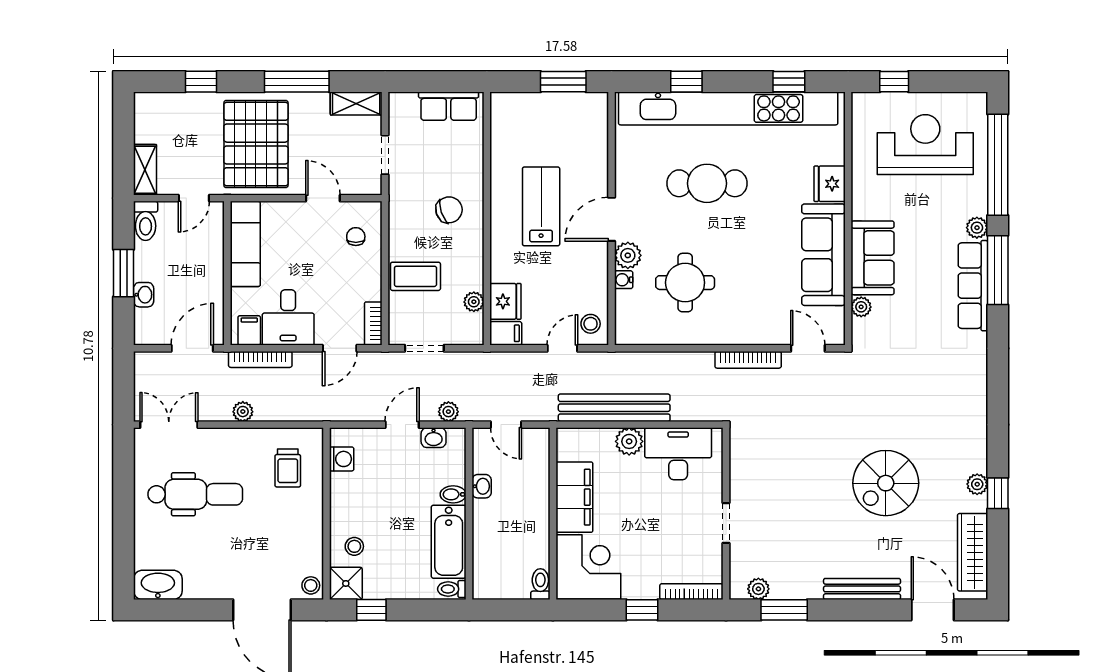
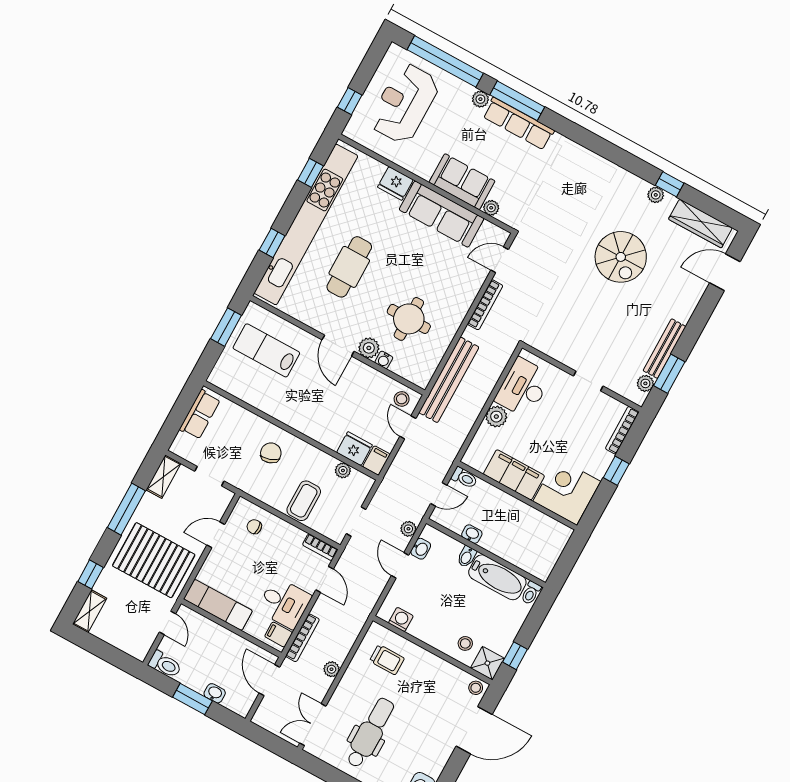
shelving: (145, 170) -> (90, 611), moved, turned 90
lab bench: (541, 206) -> (266, 350), moved
bench: (614, 408) -> (449, 380), moved
toilet: (540, 584) -> (464, 478), moved, turned 180
bench: (862, 589) -> (665, 349), moved

